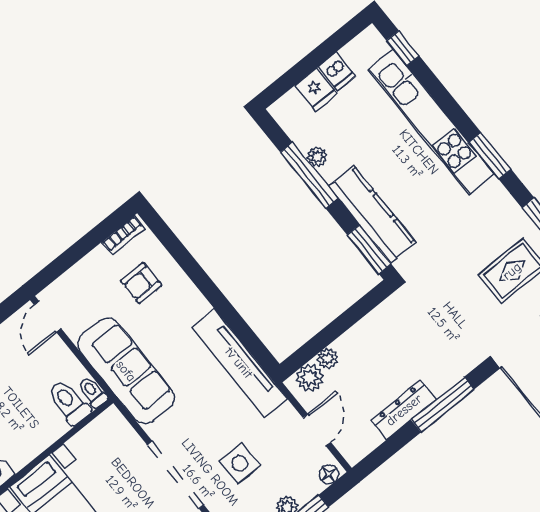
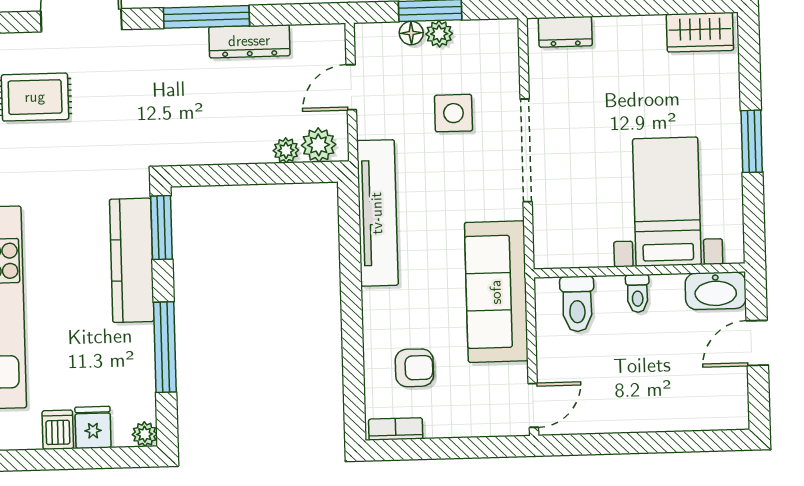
plant: (317, 157) -> (145, 434), moved
toilet: (93, 392) -> (638, 293), moved
floor lamp: (329, 474) -> (411, 33), moved

